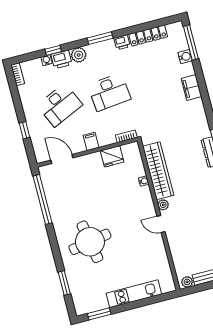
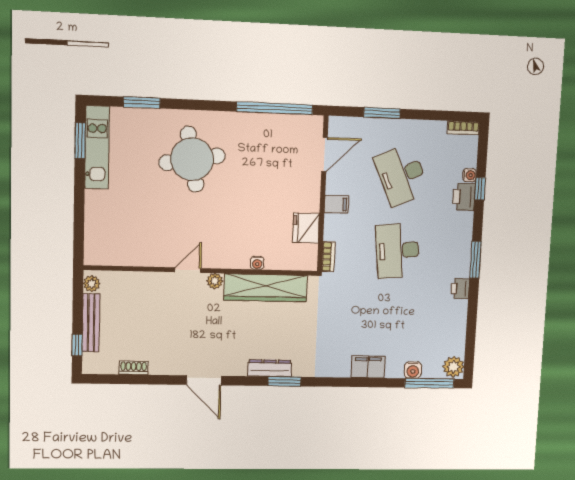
locker: (148, 36) -> (458, 327), removed
plant: (79, 55) -> (453, 367), moved
window: (24, 130) -> (382, 113), width x1.50
kitchen unit: (134, 294) -> (97, 148), moved

